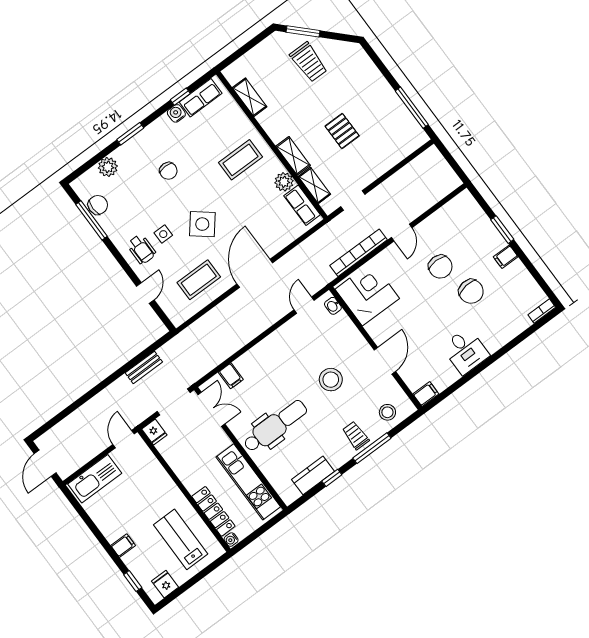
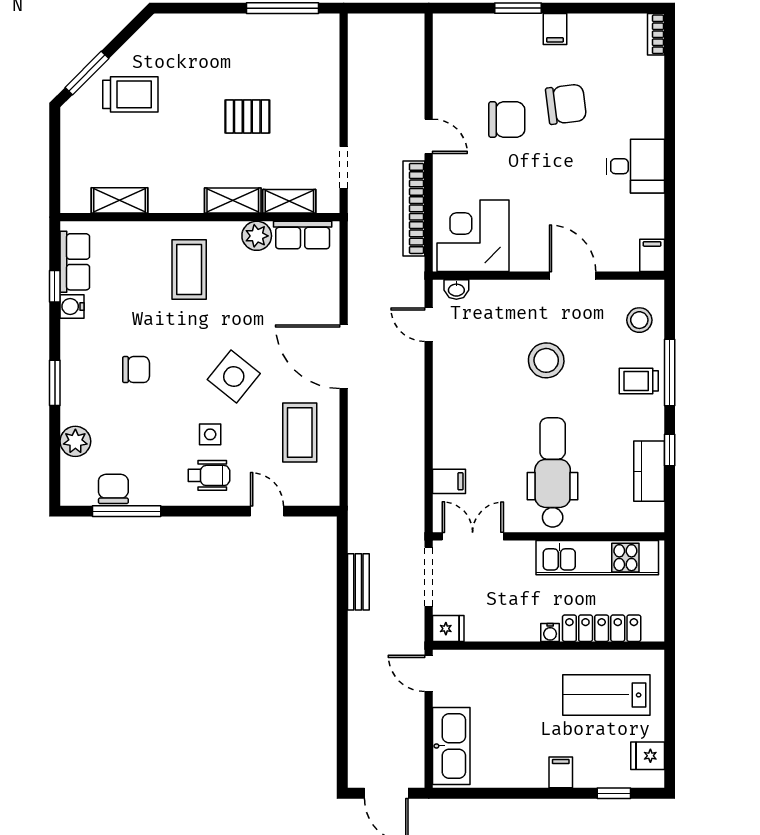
water cooler: (231, 540) -> (550, 632), moved

